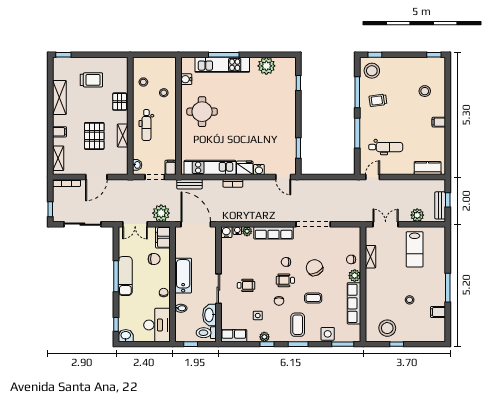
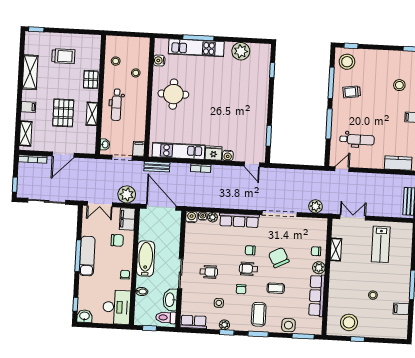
plant: (417, 215) -> (316, 206), moved

